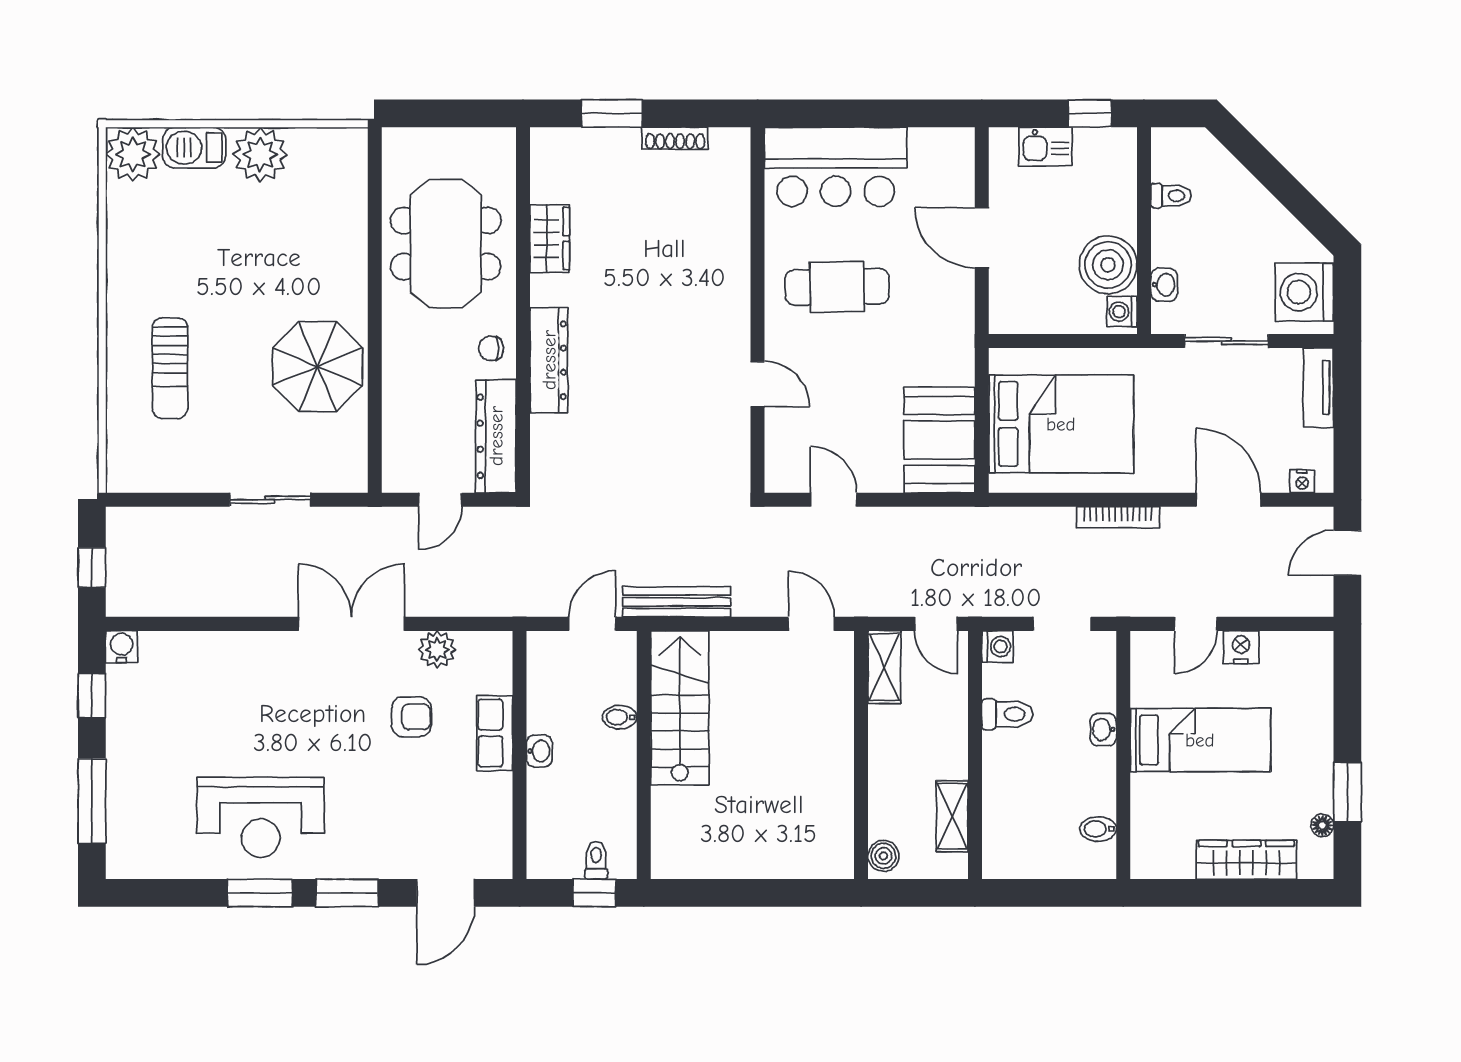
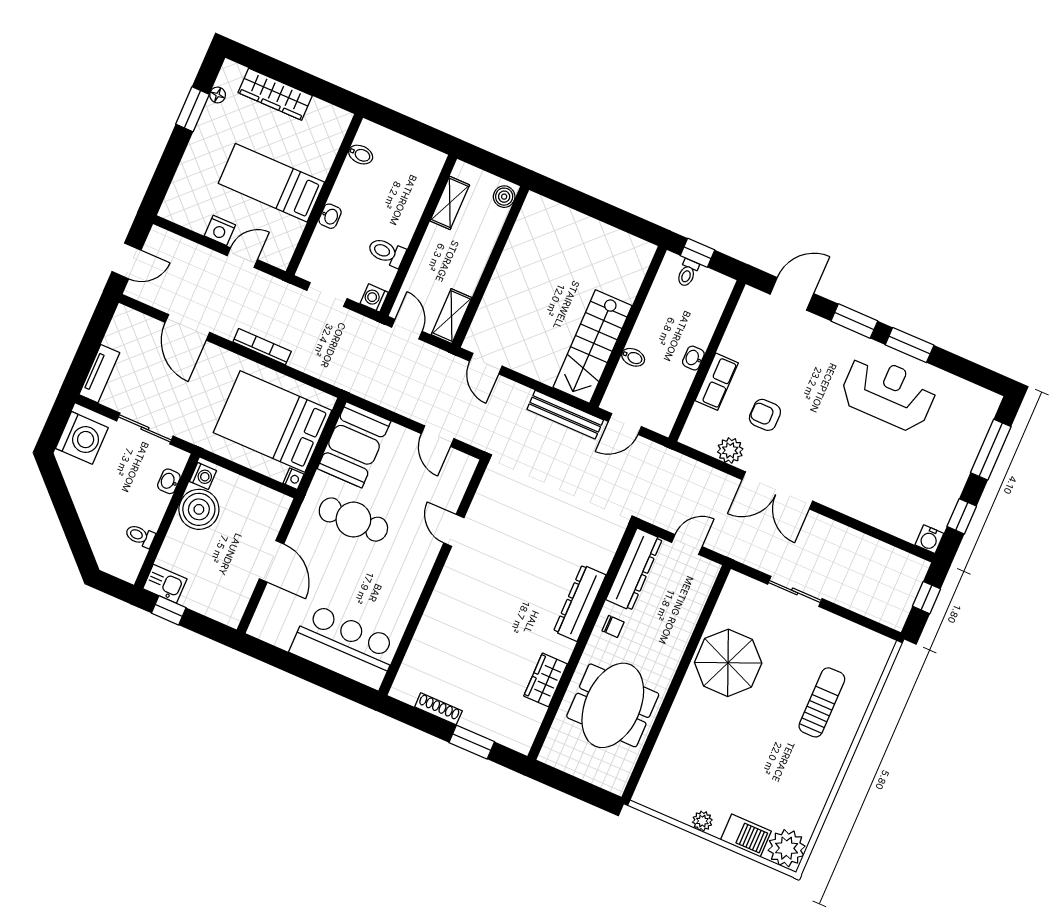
kitchen sink: (1046, 147) -> (165, 584), moved
plant: (260, 154) -> (702, 821), width x0.53, depth x0.53
cafe table: (837, 287) -> (353, 520), moved
nightstand: (1302, 481) -> (294, 479), moved, turned 90

